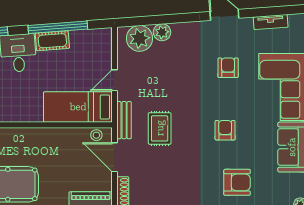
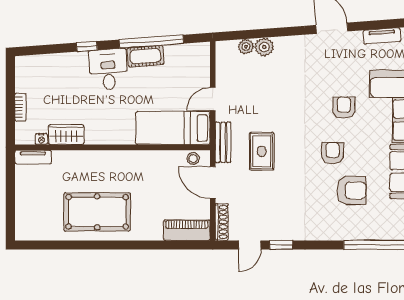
plant: (140, 38) -> (246, 47), width x0.53, depth x0.53
armchair: (228, 68) -> (344, 108), moved
armchair: (237, 182) -> (352, 190), moved

